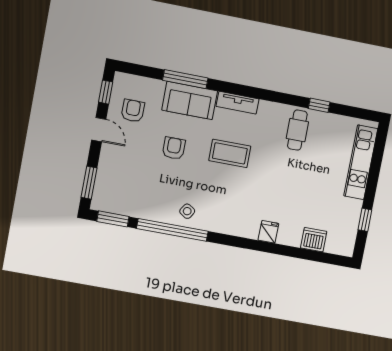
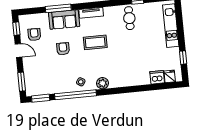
plant: (222, 224) -> (102, 83), added
fridge: (268, 232) -> (170, 76), moved

